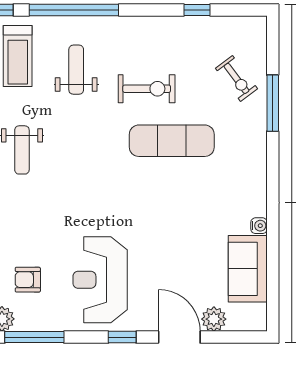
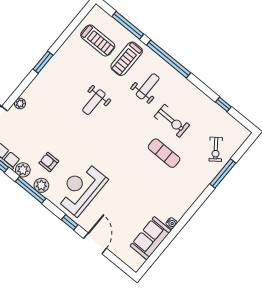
exercise mat: (172, 141) -> (164, 153), width x0.73, depth x0.69
plant: (214, 319) -> (41, 185), moved

